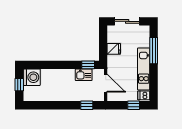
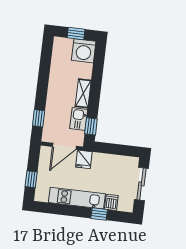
fridge: (114, 49) -> (84, 159), moved
window: (154, 51) -> (99, 214), width x0.46
shelving: (64, 74) -> (83, 93), added
dishwasher: (144, 95) -> (111, 202), moved

